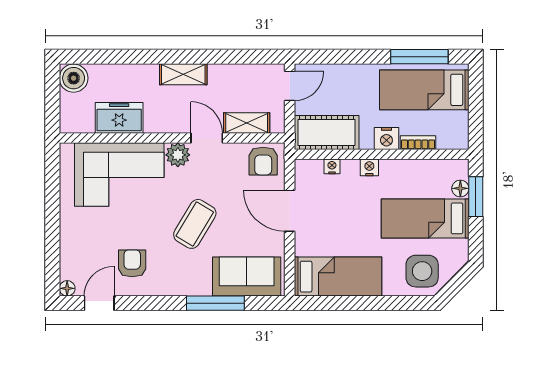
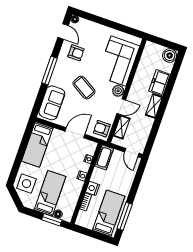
freezer: (119, 118) -> (160, 83), moved, turned 180
cot: (327, 132) -> (104, 157), width x0.73, depth x0.75
window: (215, 303) -> (49, 70), moved

